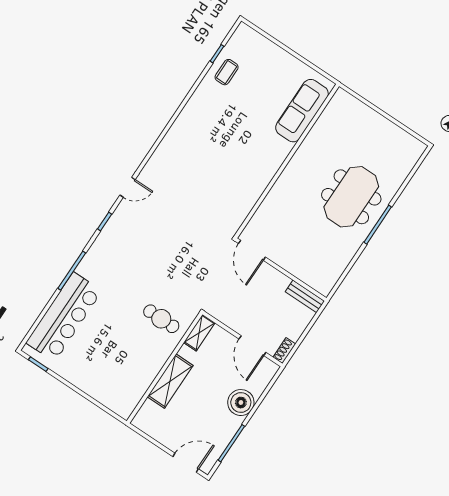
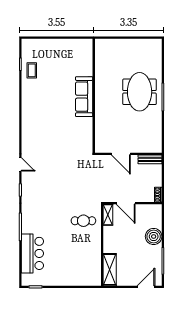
sofa: (302, 111) -> (84, 97), moved
door: (128, 187) -> (20, 164), hinge flipped
door: (252, 250) -> (121, 154), moved
bar counter: (64, 317) -> (32, 253), width x0.73
door: (252, 346) -> (126, 203), moved
shelving: (170, 381) -> (110, 270), moved

